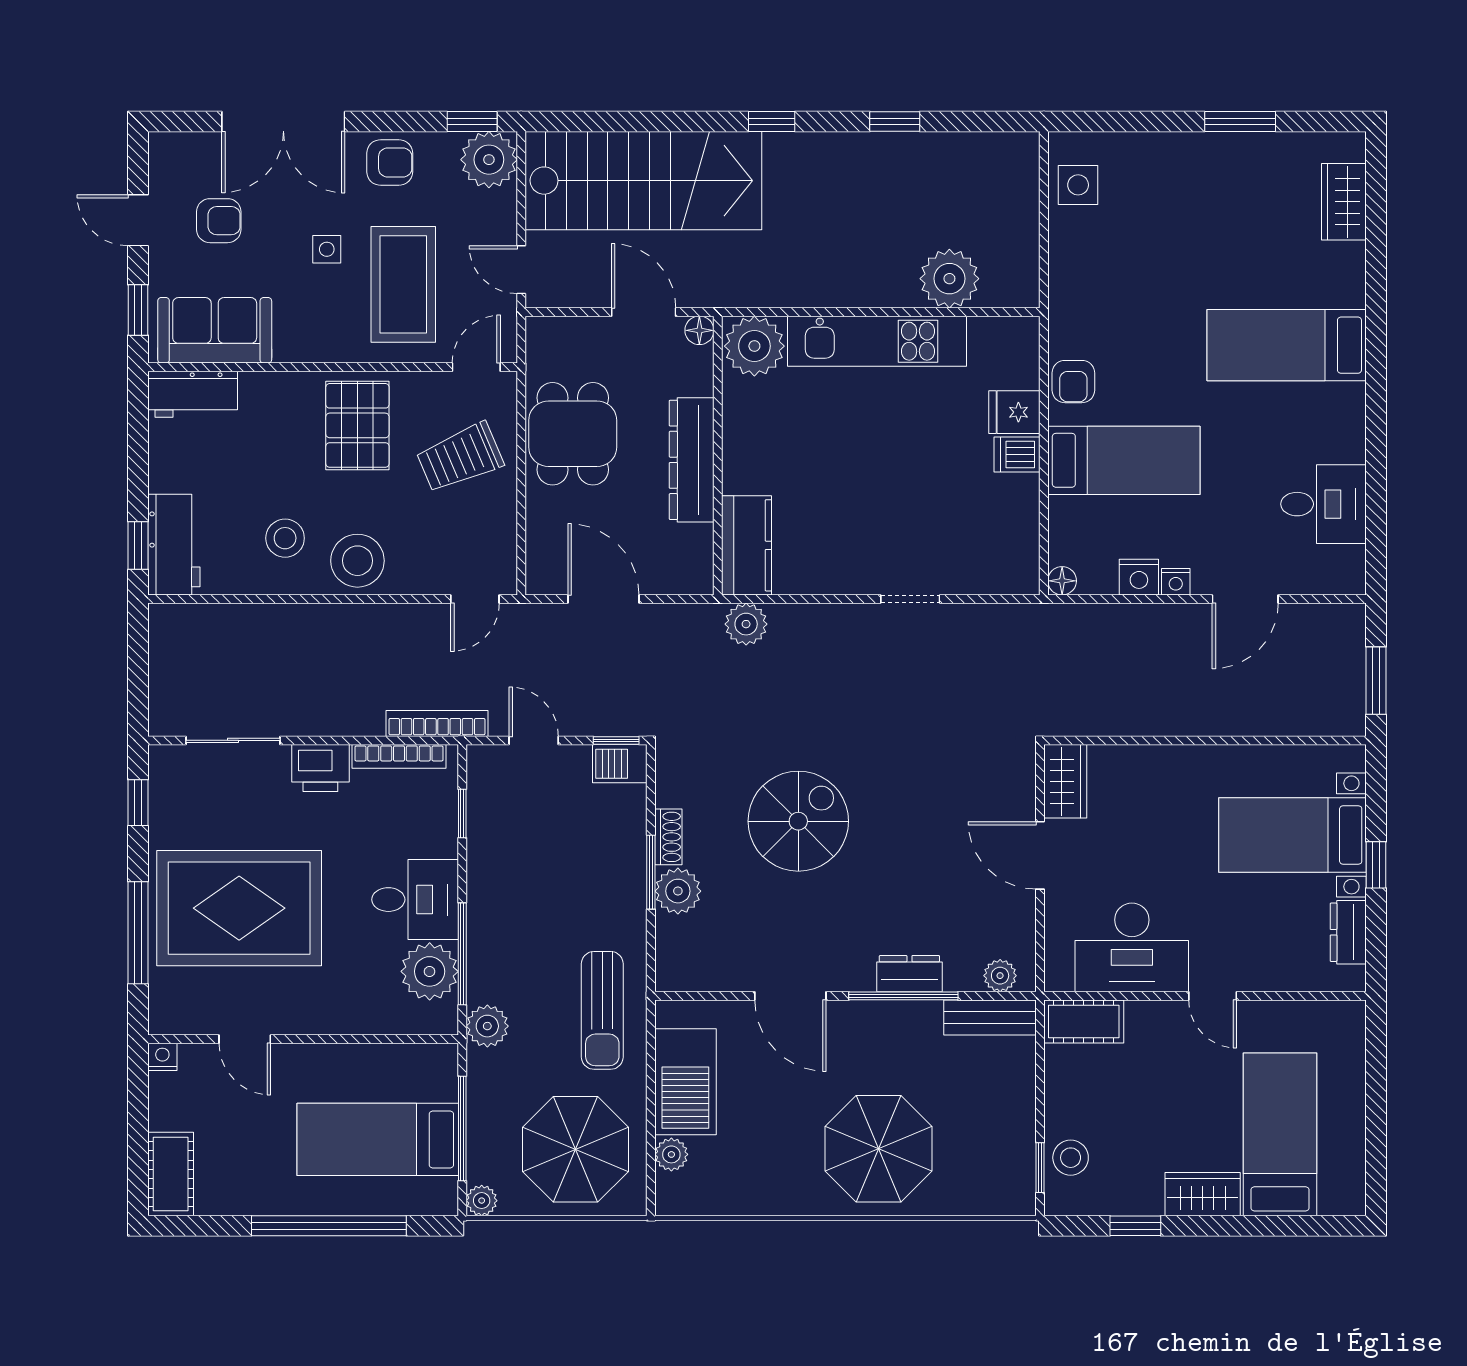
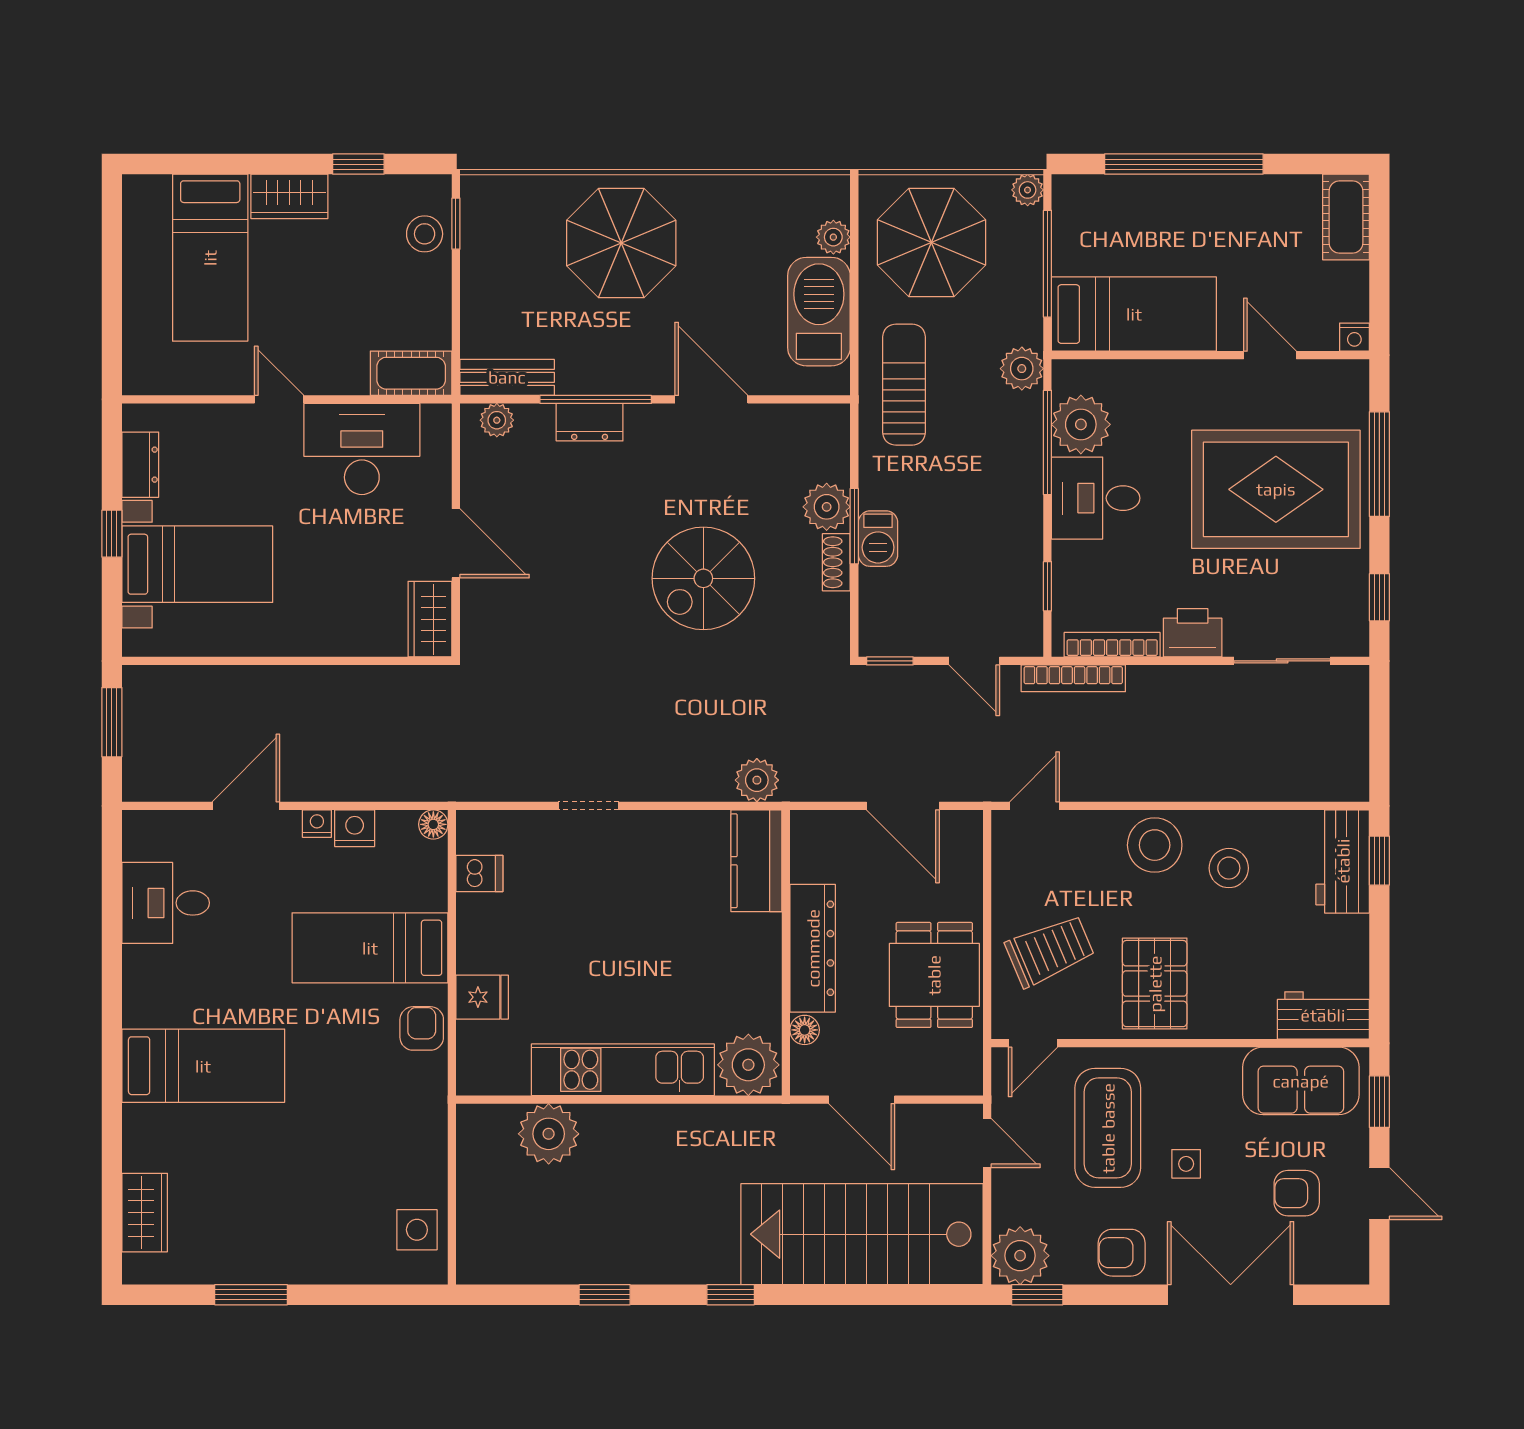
floor lamp: (699, 330) -> (805, 1030), moved
dishwasher: (1017, 454) -> (479, 873), moved
barbecue: (620, 764) -> (878, 539), moved, turned 90
bed: (378, 1139) -> (1134, 314), moved

